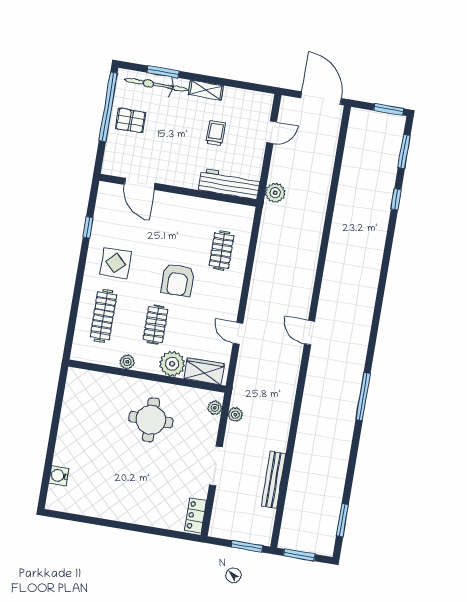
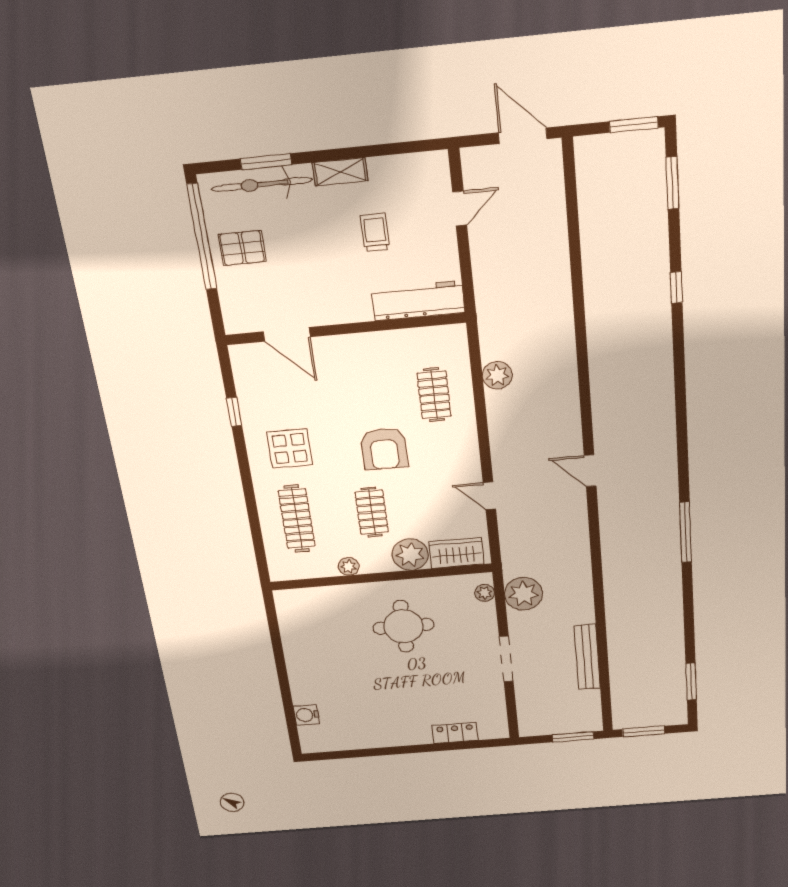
door: (321, 98) -> (523, 136), width x0.73
plant: (275, 193) -> (497, 375), moved
window: (396, 199) -> (676, 288), moved
plant: (235, 415) -> (524, 594), width x1.88, depth x1.88
locker: (195, 516) -> (455, 733), moved, turned 90

